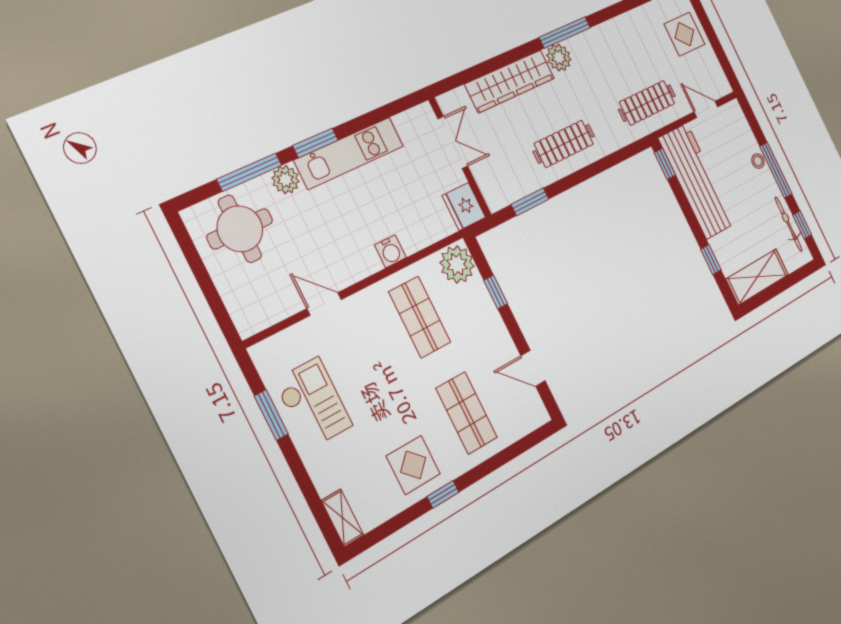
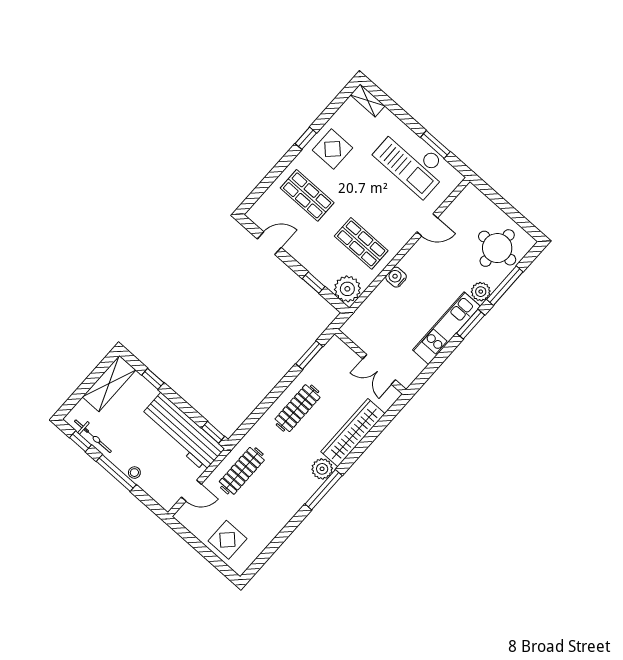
fridge: (464, 206) -> (356, 330), removed
checkout: (313, 403) -> (412, 162), width x1.36, depth x1.21

